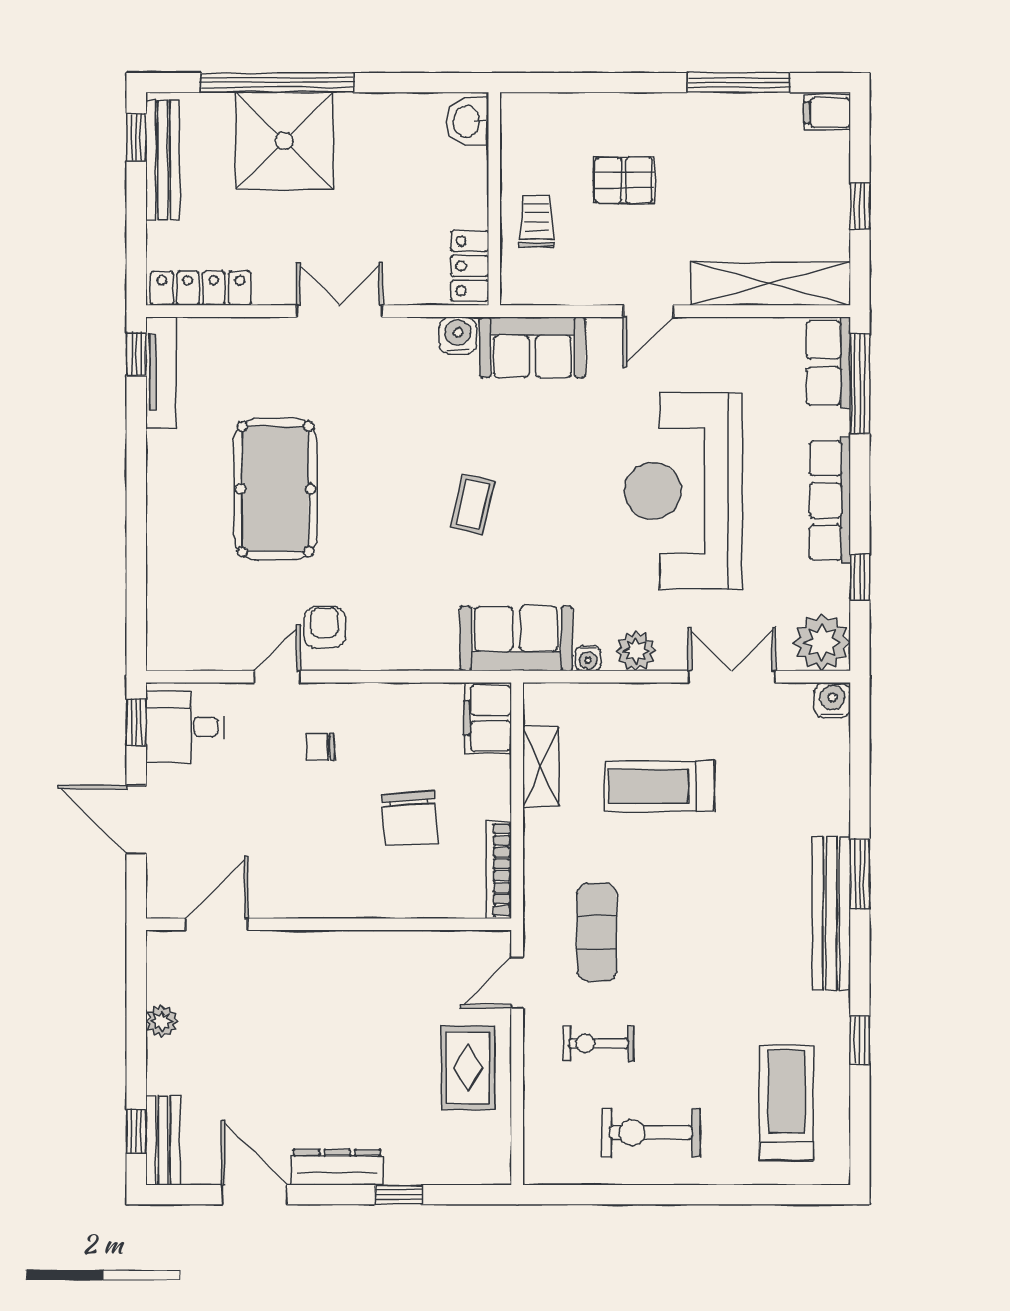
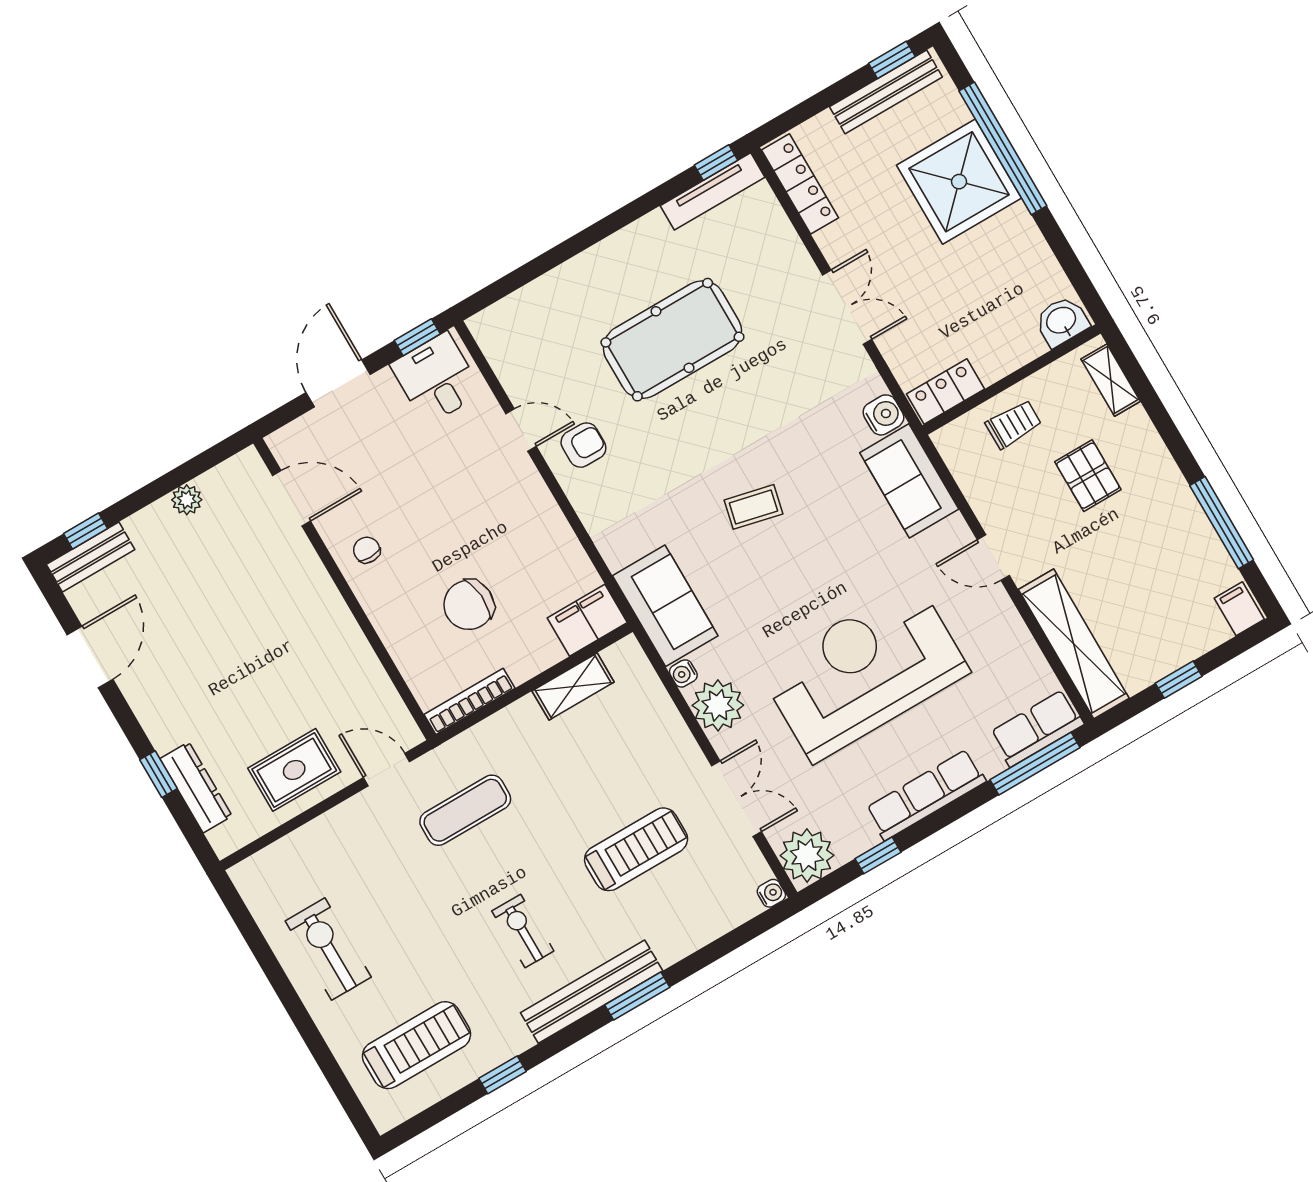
shelving: (548, 108) -> (1111, 380), added
plant: (636, 651) -> (718, 705), width x1.36, depth x1.36
water cooler: (832, 700) -> (771, 893), width x0.72, depth x0.72
chair: (321, 747) -> (367, 550), moved
treadmill: (659, 786) -> (636, 849), moved, turned 90
exercise bike: (599, 1043) -> (523, 931), moved
dresser: (337, 1167) -> (196, 787), moved

